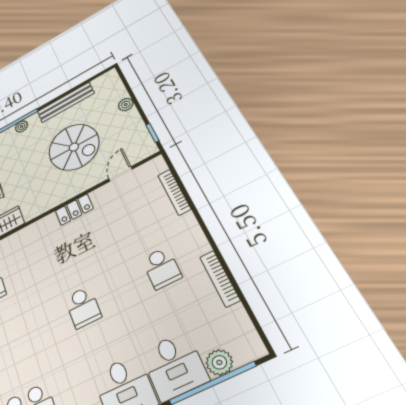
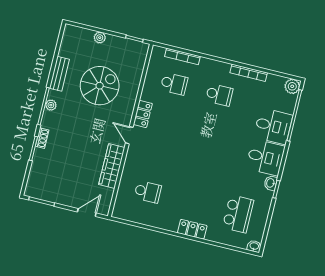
bench: (66, 102) -> (59, 74), width x0.73
door: (120, 174) -> (129, 135), moved
school desk: (83, 307) -> (174, 84), moved
plant: (219, 362) -> (292, 86), moved

